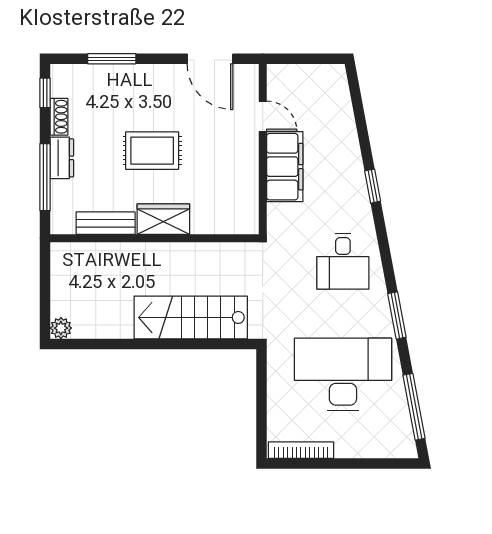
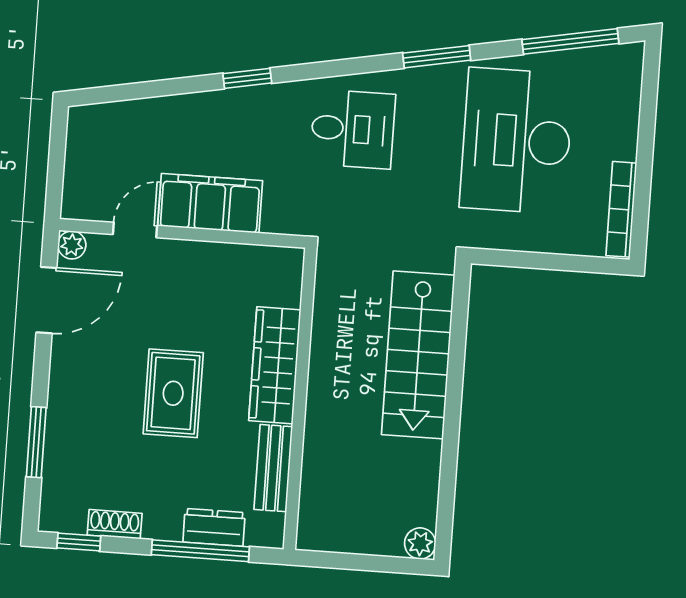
plant: (249, 74) -> (72, 245), added
dresser: (62, 158) -> (214, 527), moved
wardrobe: (163, 219) -> (275, 365), width x1.50

